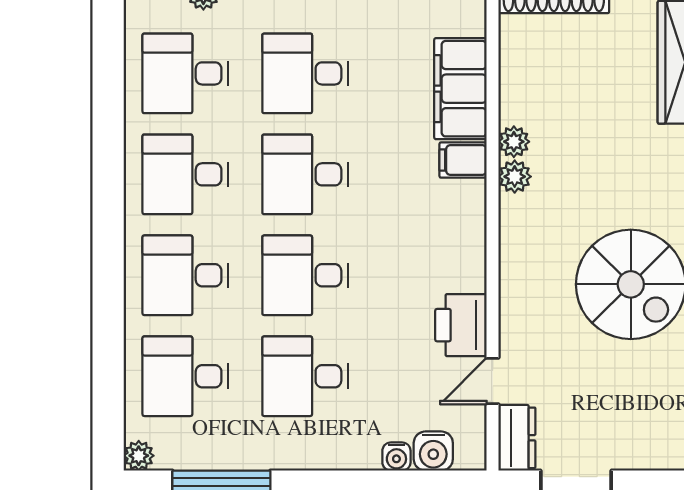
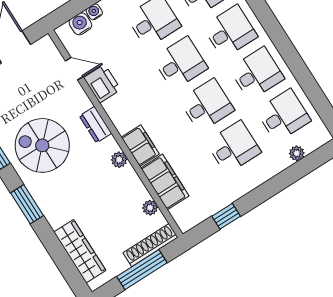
plant: (514, 142) -> (150, 208), moved
filing cabinet: (463, 160) -> (140, 146), width x2.00
door: (493, 381) -> (74, 69), hinge flipped
dresser: (517, 438) -> (96, 125), moved

